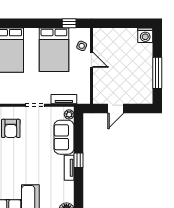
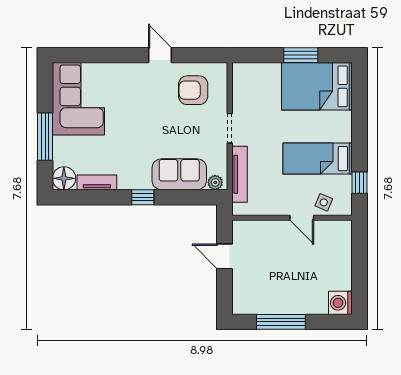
bed: (54, 50) -> (318, 159), width x0.67
door: (91, 60) -> (302, 218), hinge flipped
tv unit: (64, 99) -> (240, 174), width x1.41
tv unit: (69, 168) -> (97, 182), moved

